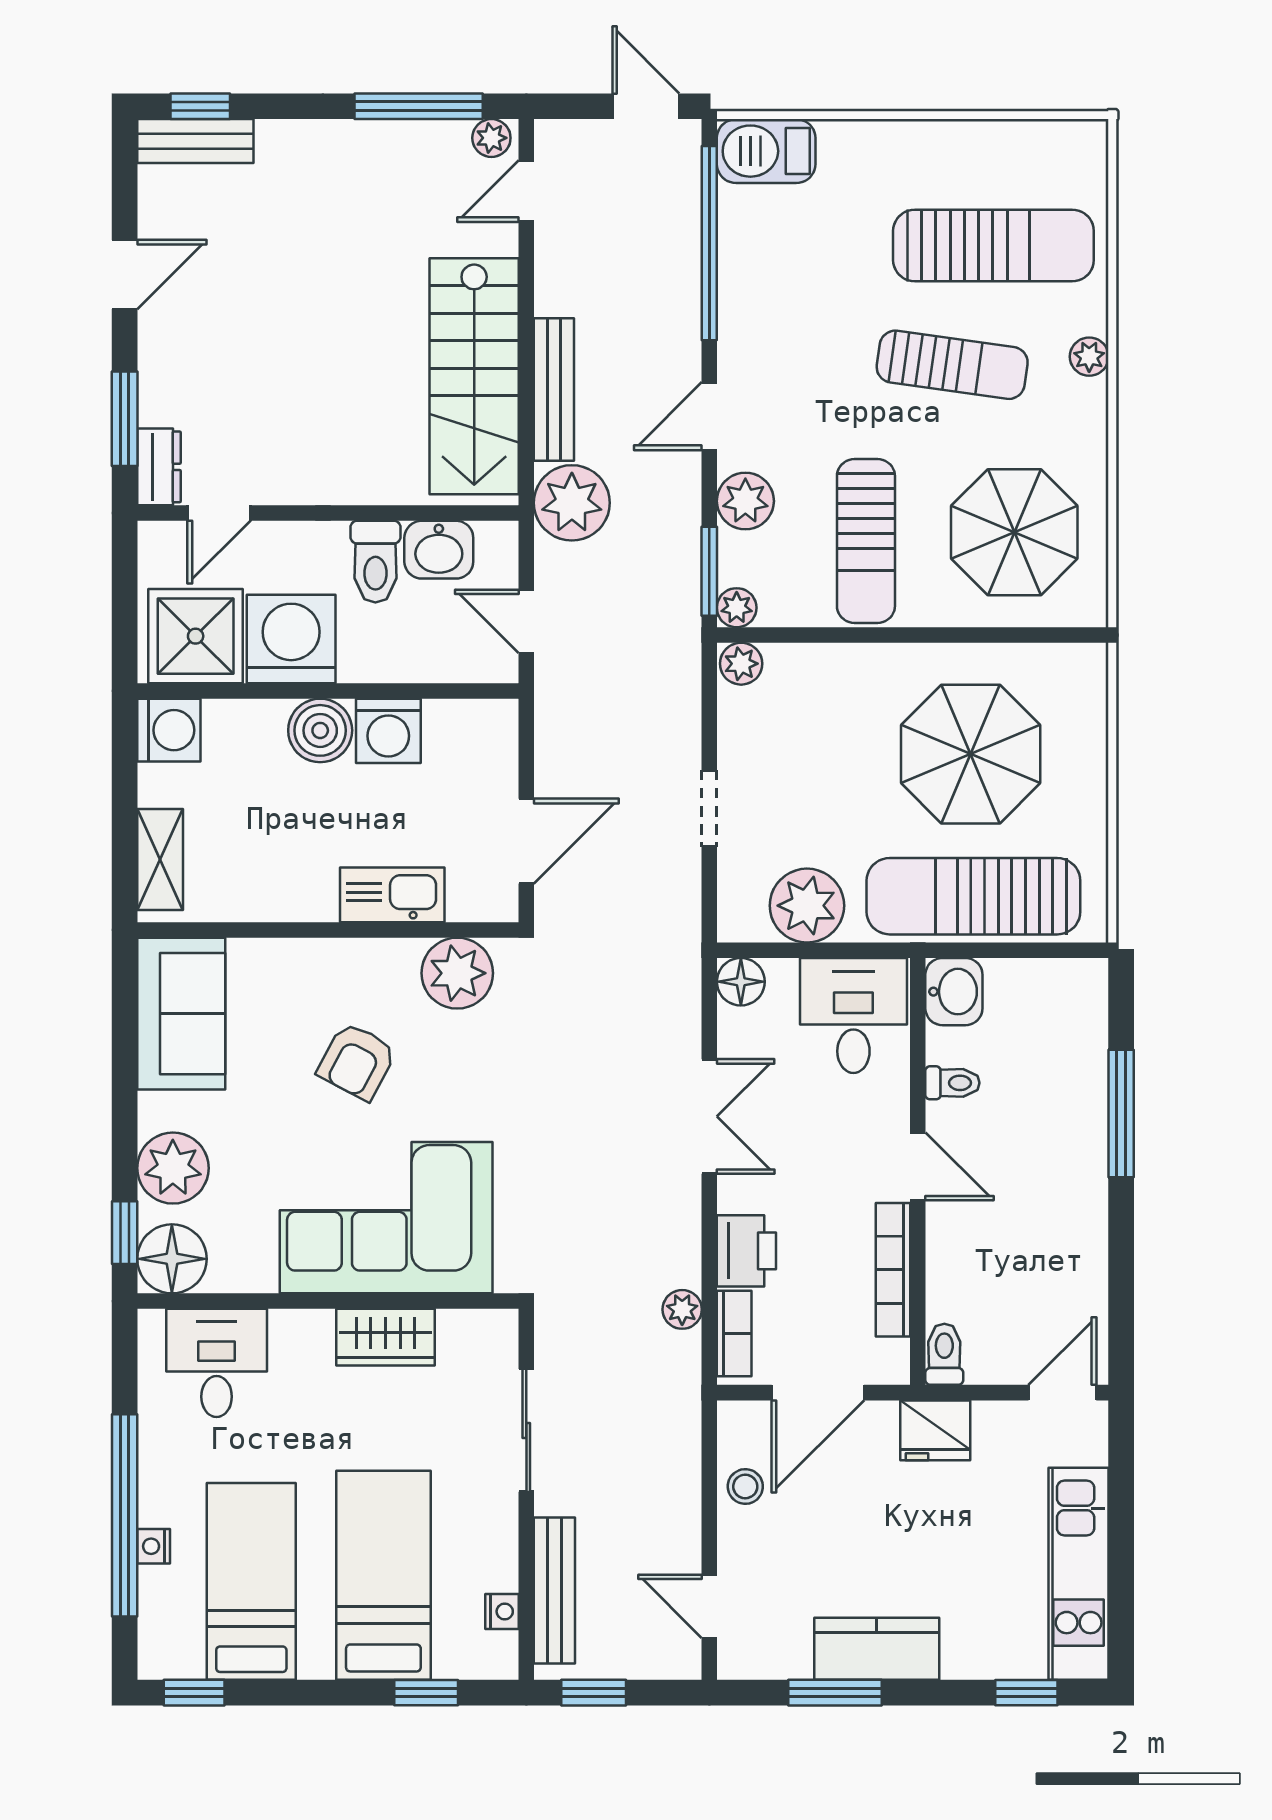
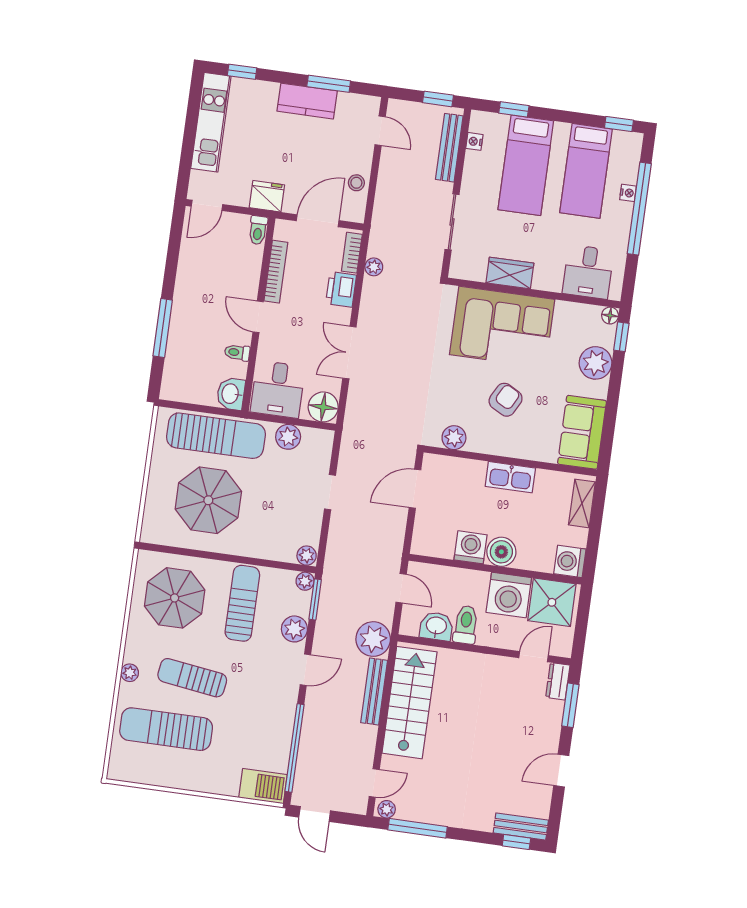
kitchen sink: (392, 895) -> (510, 477), moved
plant: (807, 906) -> (288, 437), width x0.73, depth x0.73
plant: (457, 973) -> (454, 438), width x0.73, depth x0.73
floor lamp: (741, 982) -> (323, 407), width x1.38, depth x1.38
floor lamp: (172, 1259) -> (610, 316), width x0.53, depth x0.53

